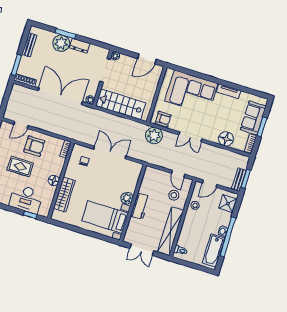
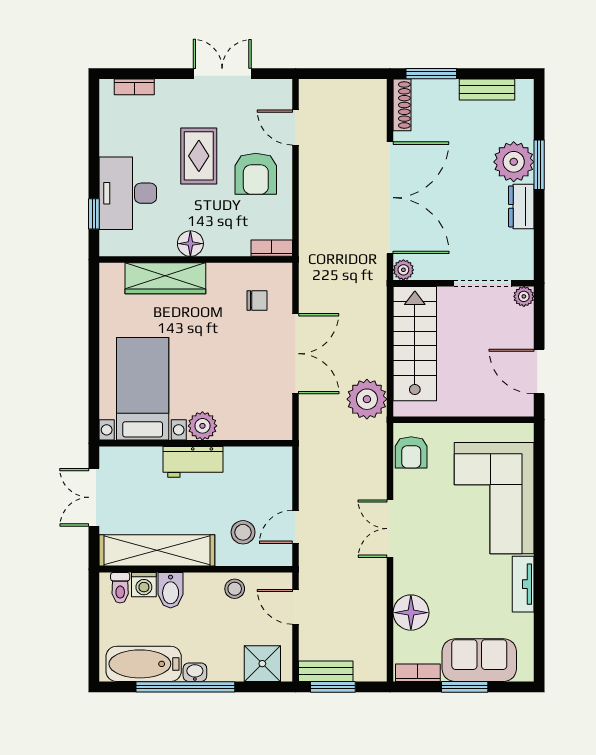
plant: (154, 135) -> (367, 399), moved
bidet: (188, 231) -> (171, 590), added
washing machine: (182, 241) -> (144, 585), added

